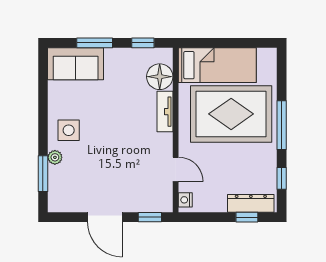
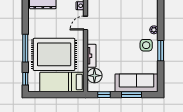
sofa: (76, 64) -> (137, 83), width x1.36
door: (176, 169) -> (85, 23), hinge flipped
window: (43, 174) -> (161, 51), moved
window: (282, 178) -> (25, 79), moved

